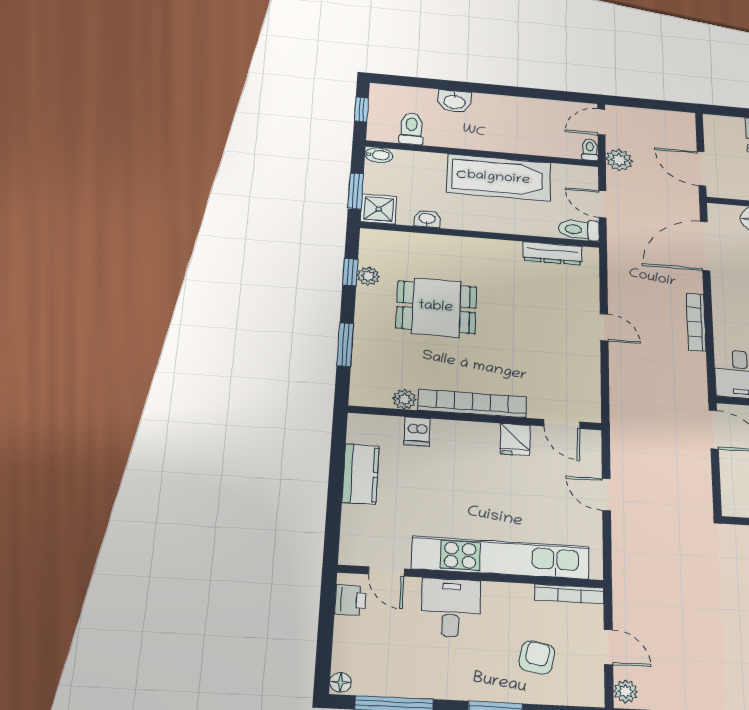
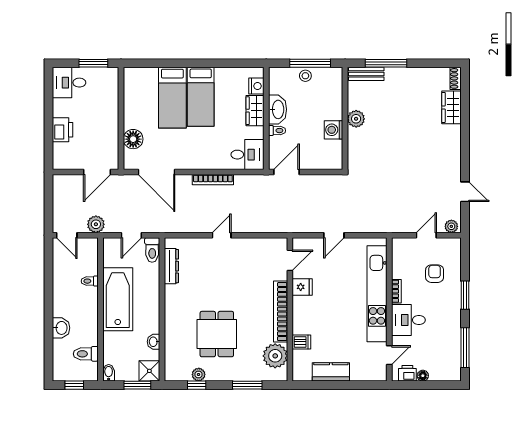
toilet: (590, 150) -> (90, 281), moved
plant: (404, 399) -> (275, 356), width x1.88, depth x1.88
bookcase: (569, 594) -> (396, 291), moved, width x0.64
armchair: (537, 657) -> (435, 274), turned 79
floor lamp: (340, 682) -> (423, 376), moved

